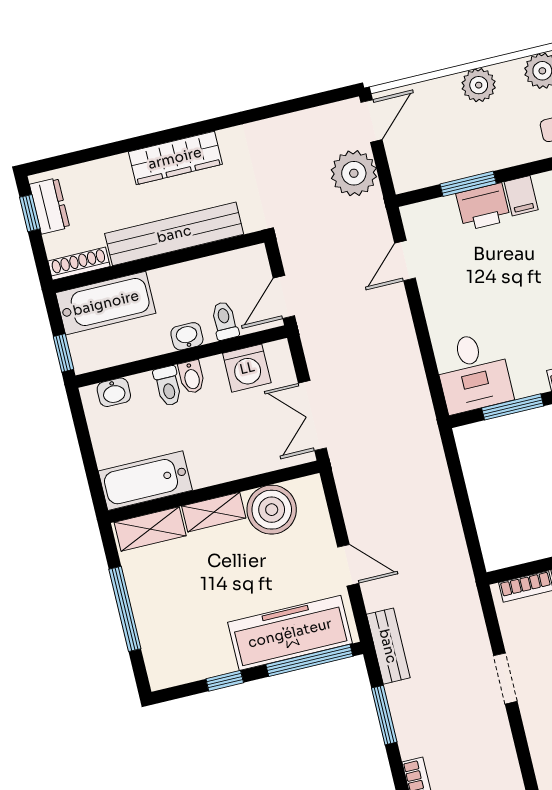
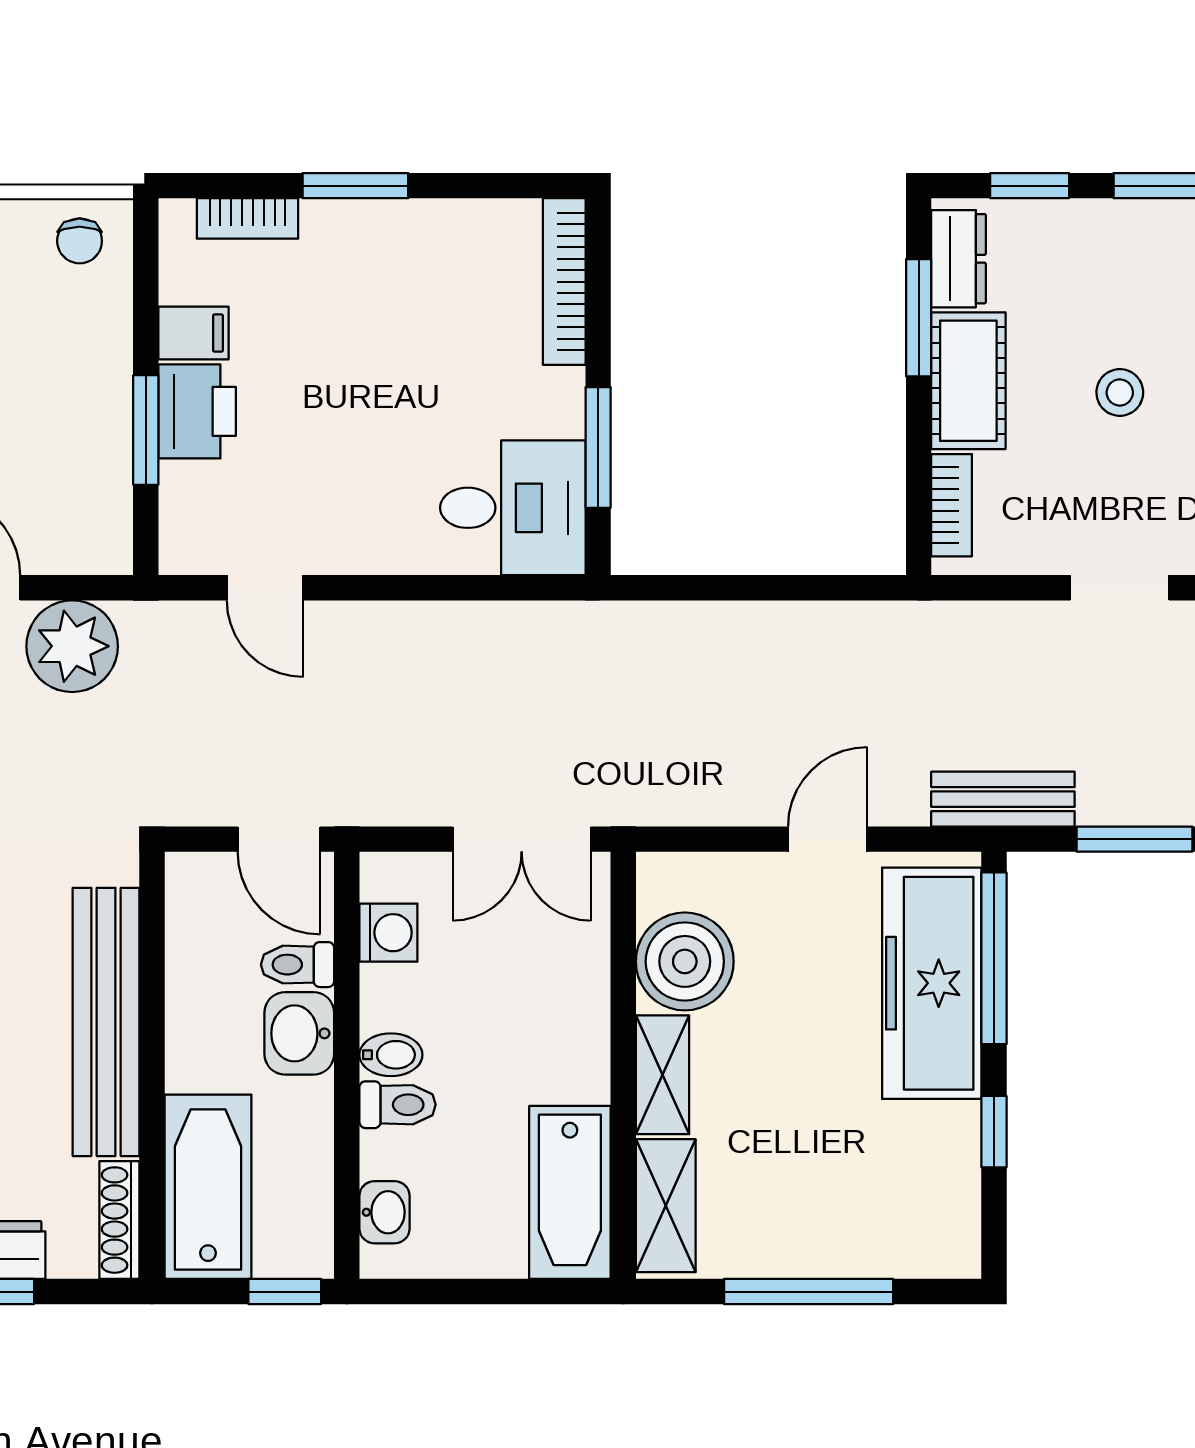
washbasin: (187, 336) -> (299, 1033), width x1.38, depth x1.45
washing machine: (247, 368) -> (388, 933), width x0.73, depth x0.73

